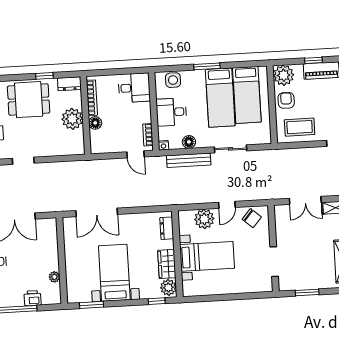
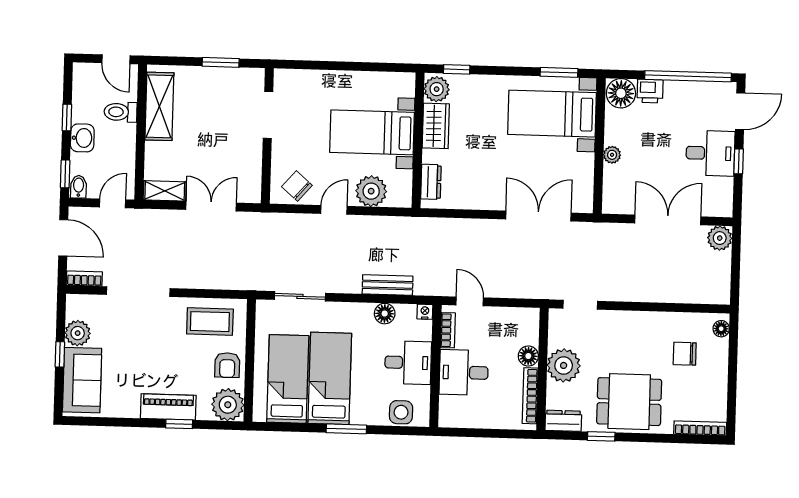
desk: (134, 88) -> (464, 372), moved
sliding door: (231, 149) -> (300, 296), moved
bench: (189, 160) -> (388, 285), width x0.73
doorway: (23, 161) -> (580, 305), moved
bed with nightstands: (114, 273) -> (552, 114), moved, turned 90
plant: (54, 277) -> (612, 155), moved
floor lamp: (51, 295) -> (621, 93), added

